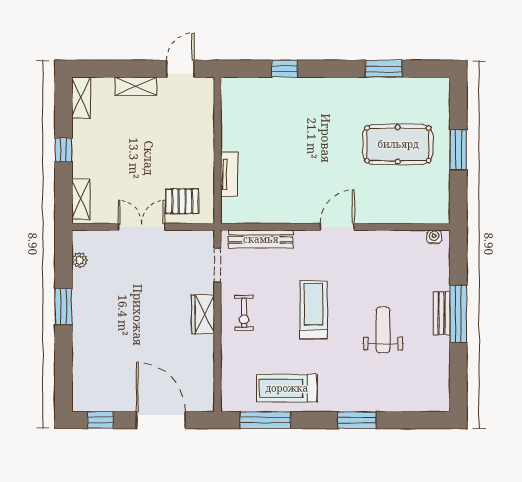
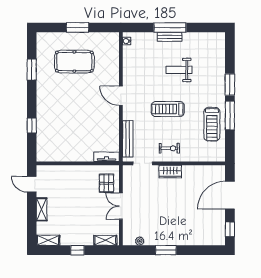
pool table: (398, 144) -> (74, 62), turned 90
tv unit: (229, 174) -> (107, 157), moved
window: (265, 420) -> (230, 116), moved

